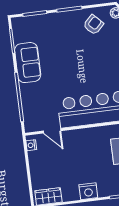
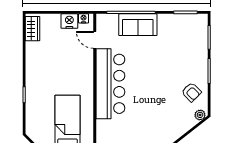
sofa: (28, 63) -> (138, 25), moved
door: (52, 131) -> (95, 40), hinge flipped
nightstand: (88, 191) -> (69, 21), moved, turned 90

